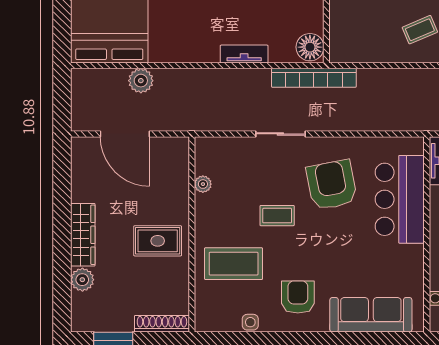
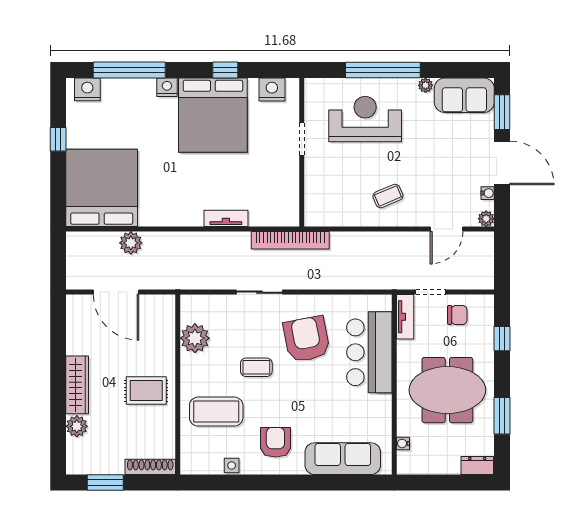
floor lamp: (310, 47) -> (287, 212), removed
plant: (203, 184) -> (195, 338), width x1.88, depth x1.88

